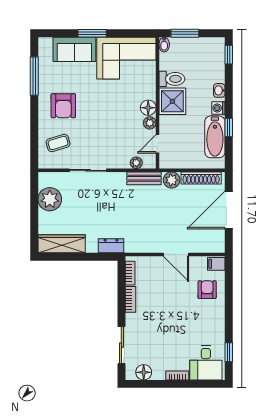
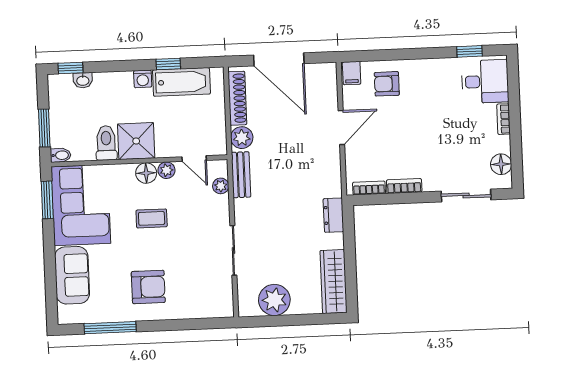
window: (92, 33) -> (47, 200), moved
washbasin: (219, 90) -> (83, 80), moved
coffee table: (58, 143) -> (152, 218), moved, turned -73

